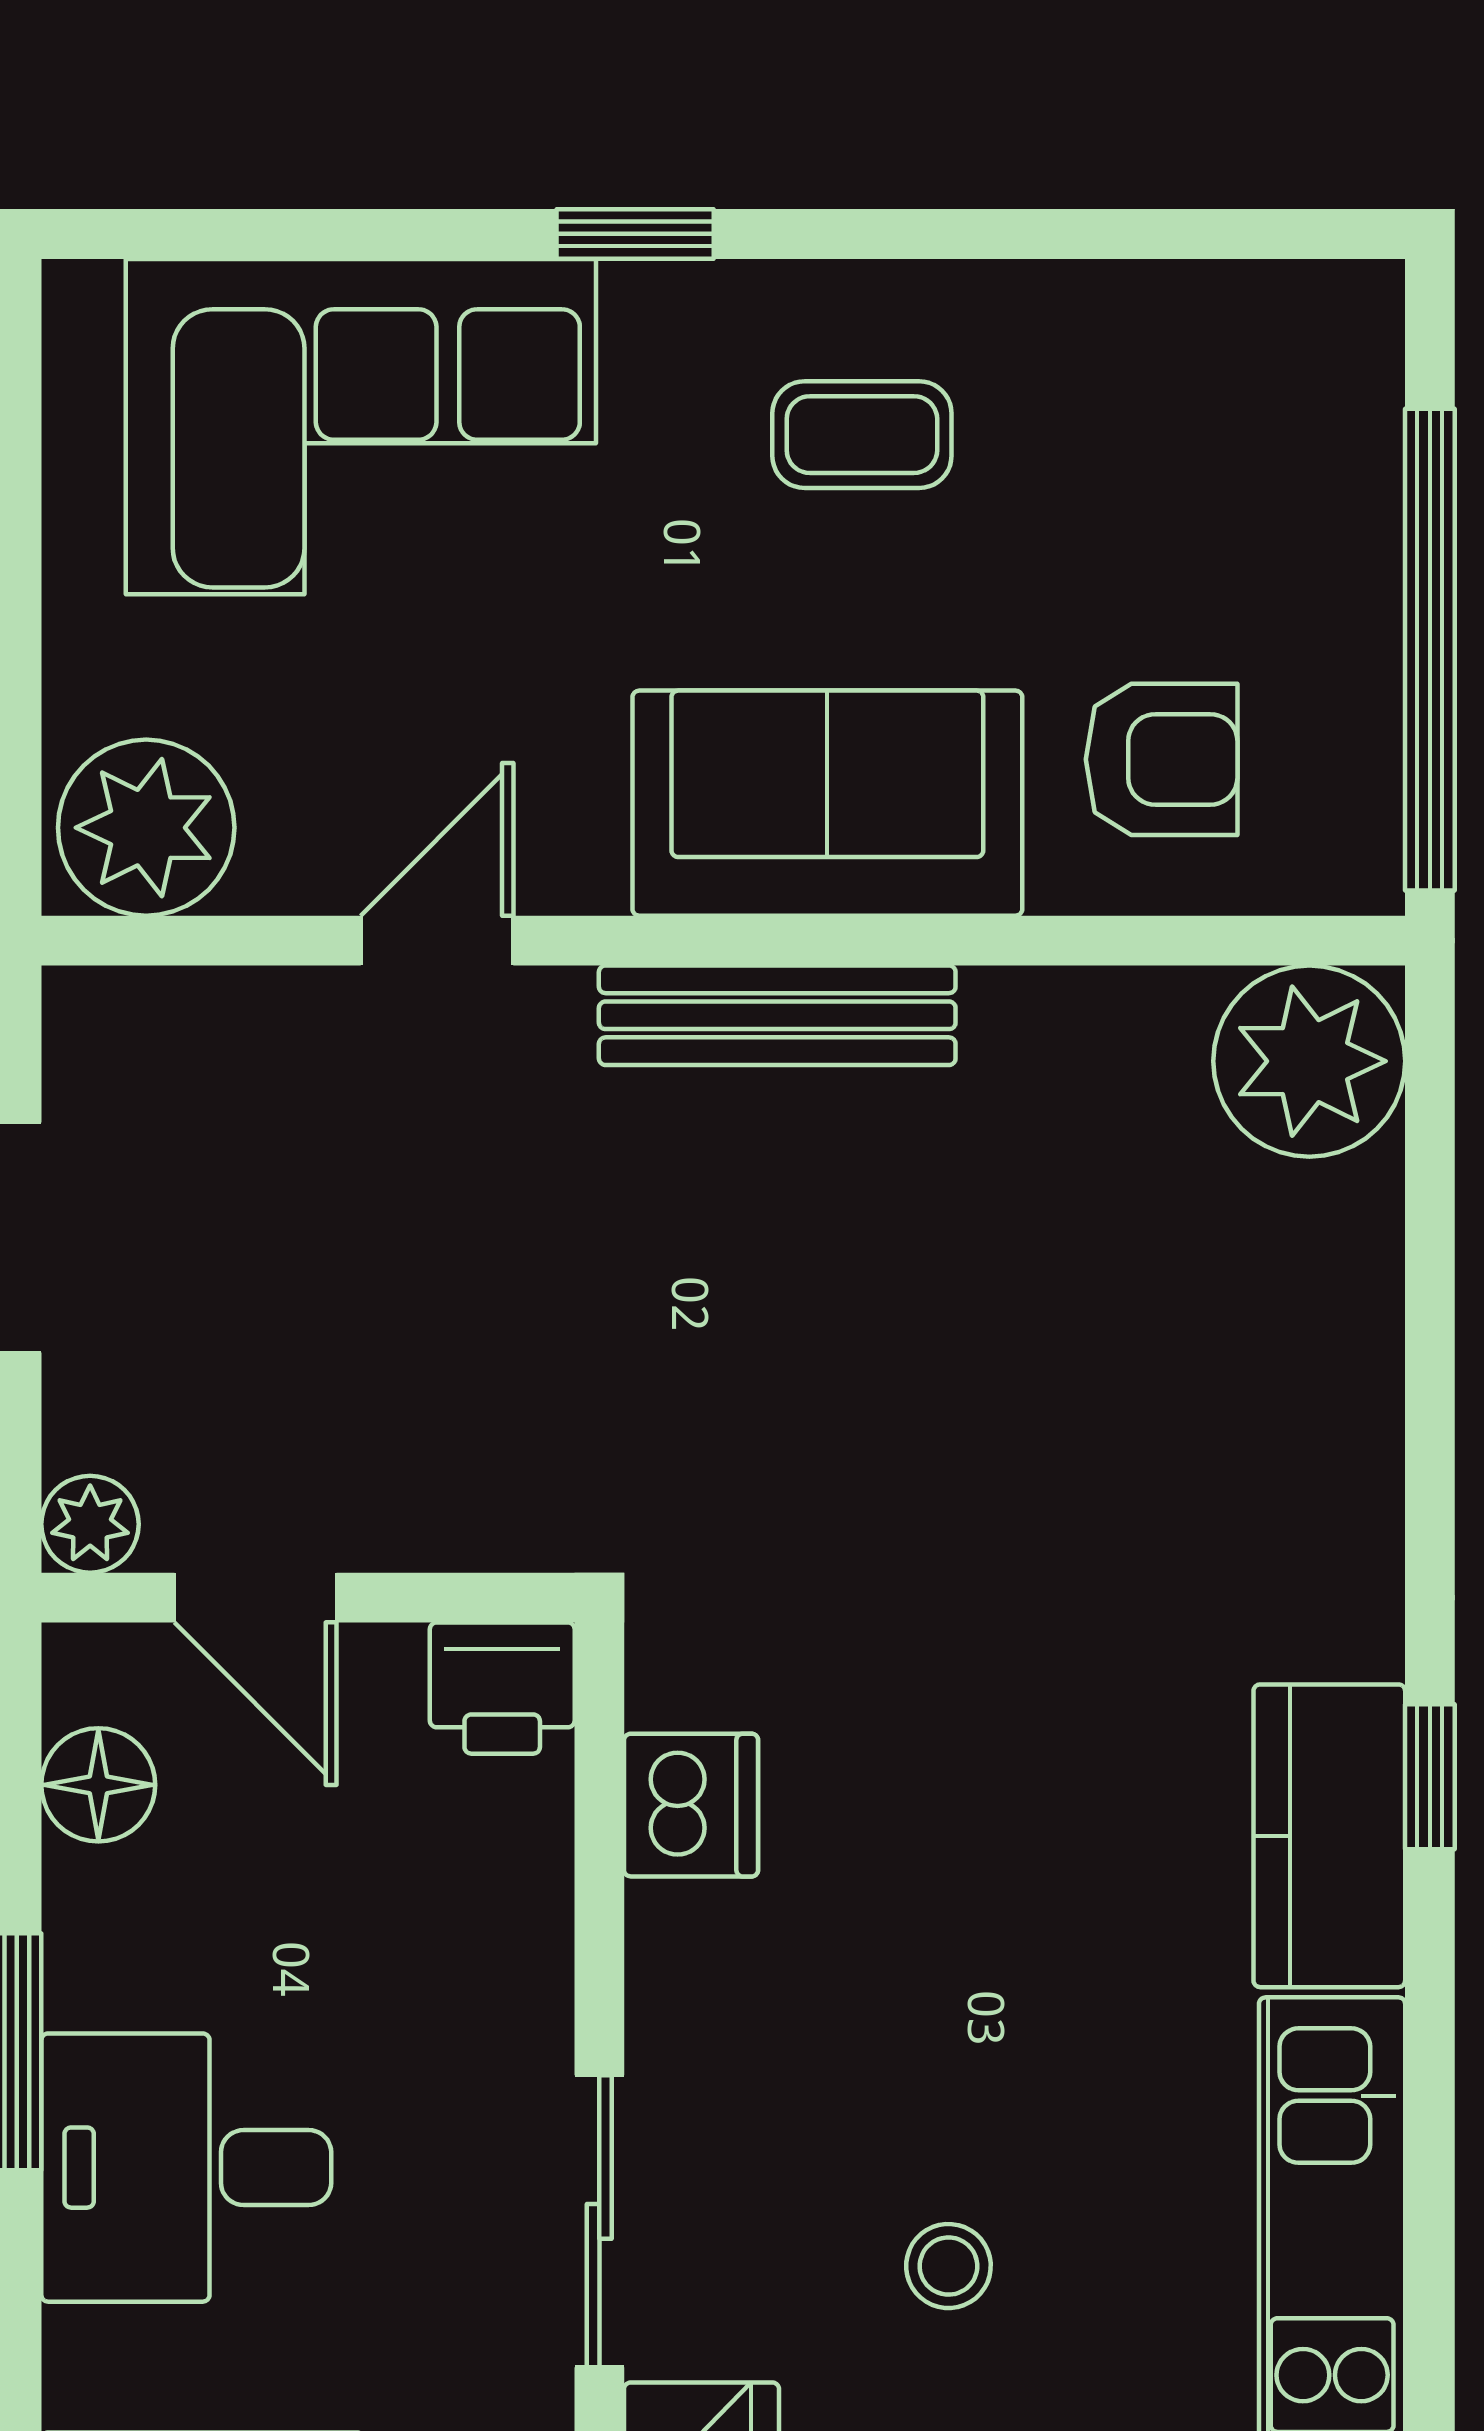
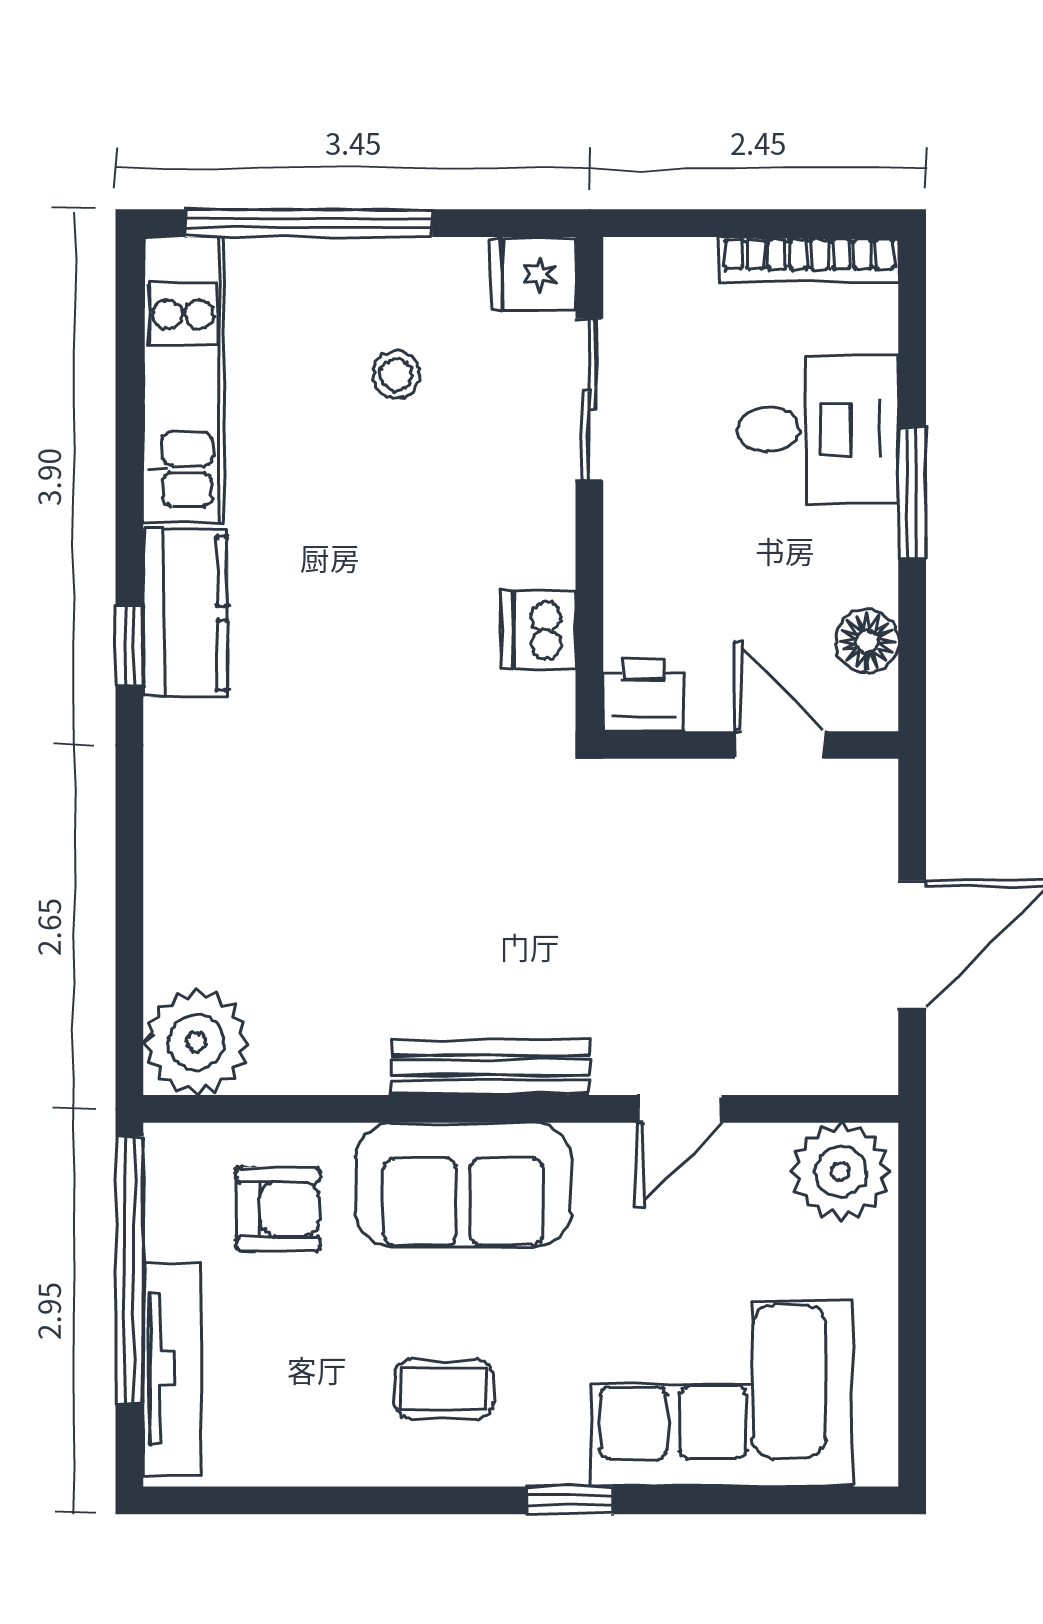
tv unit: (1353, 472) -> (172, 1369), added
armchair: (1162, 759) -> (278, 1209), turned 180
plant: (90, 1524) -> (872, 786), removed

